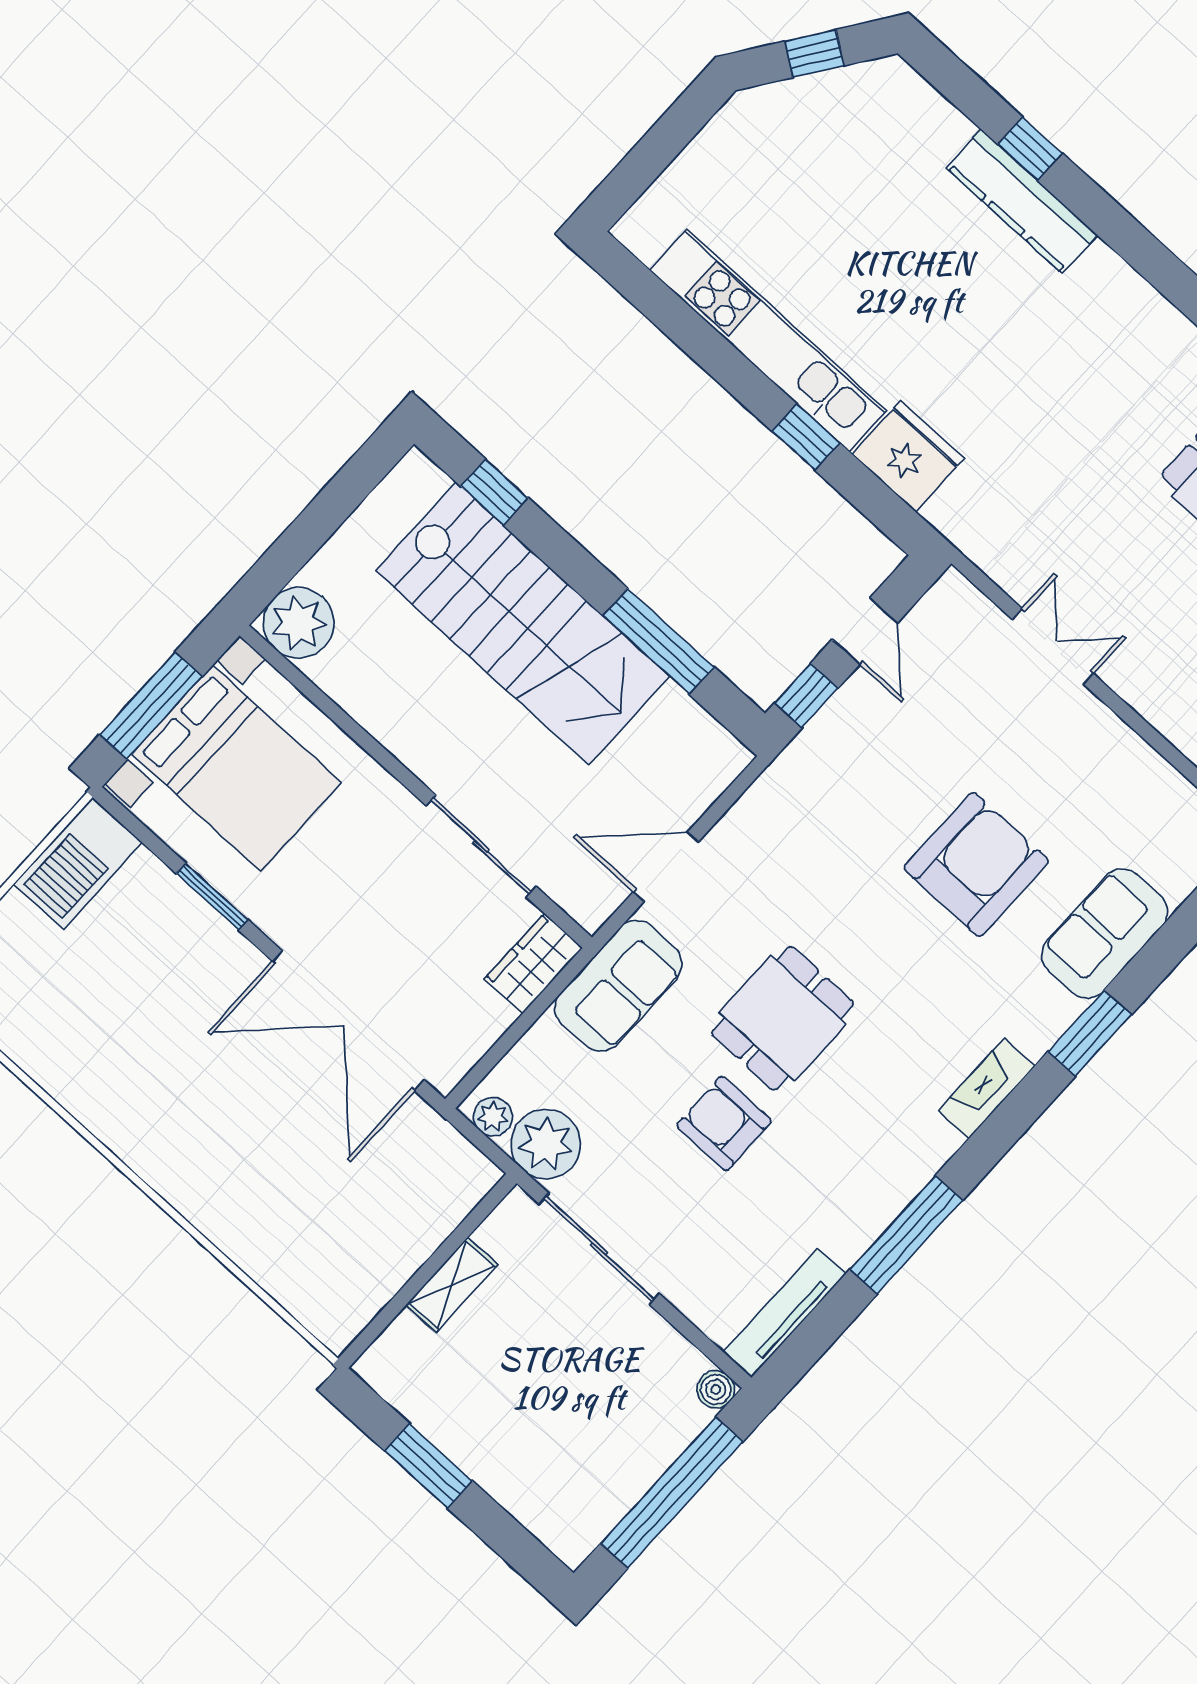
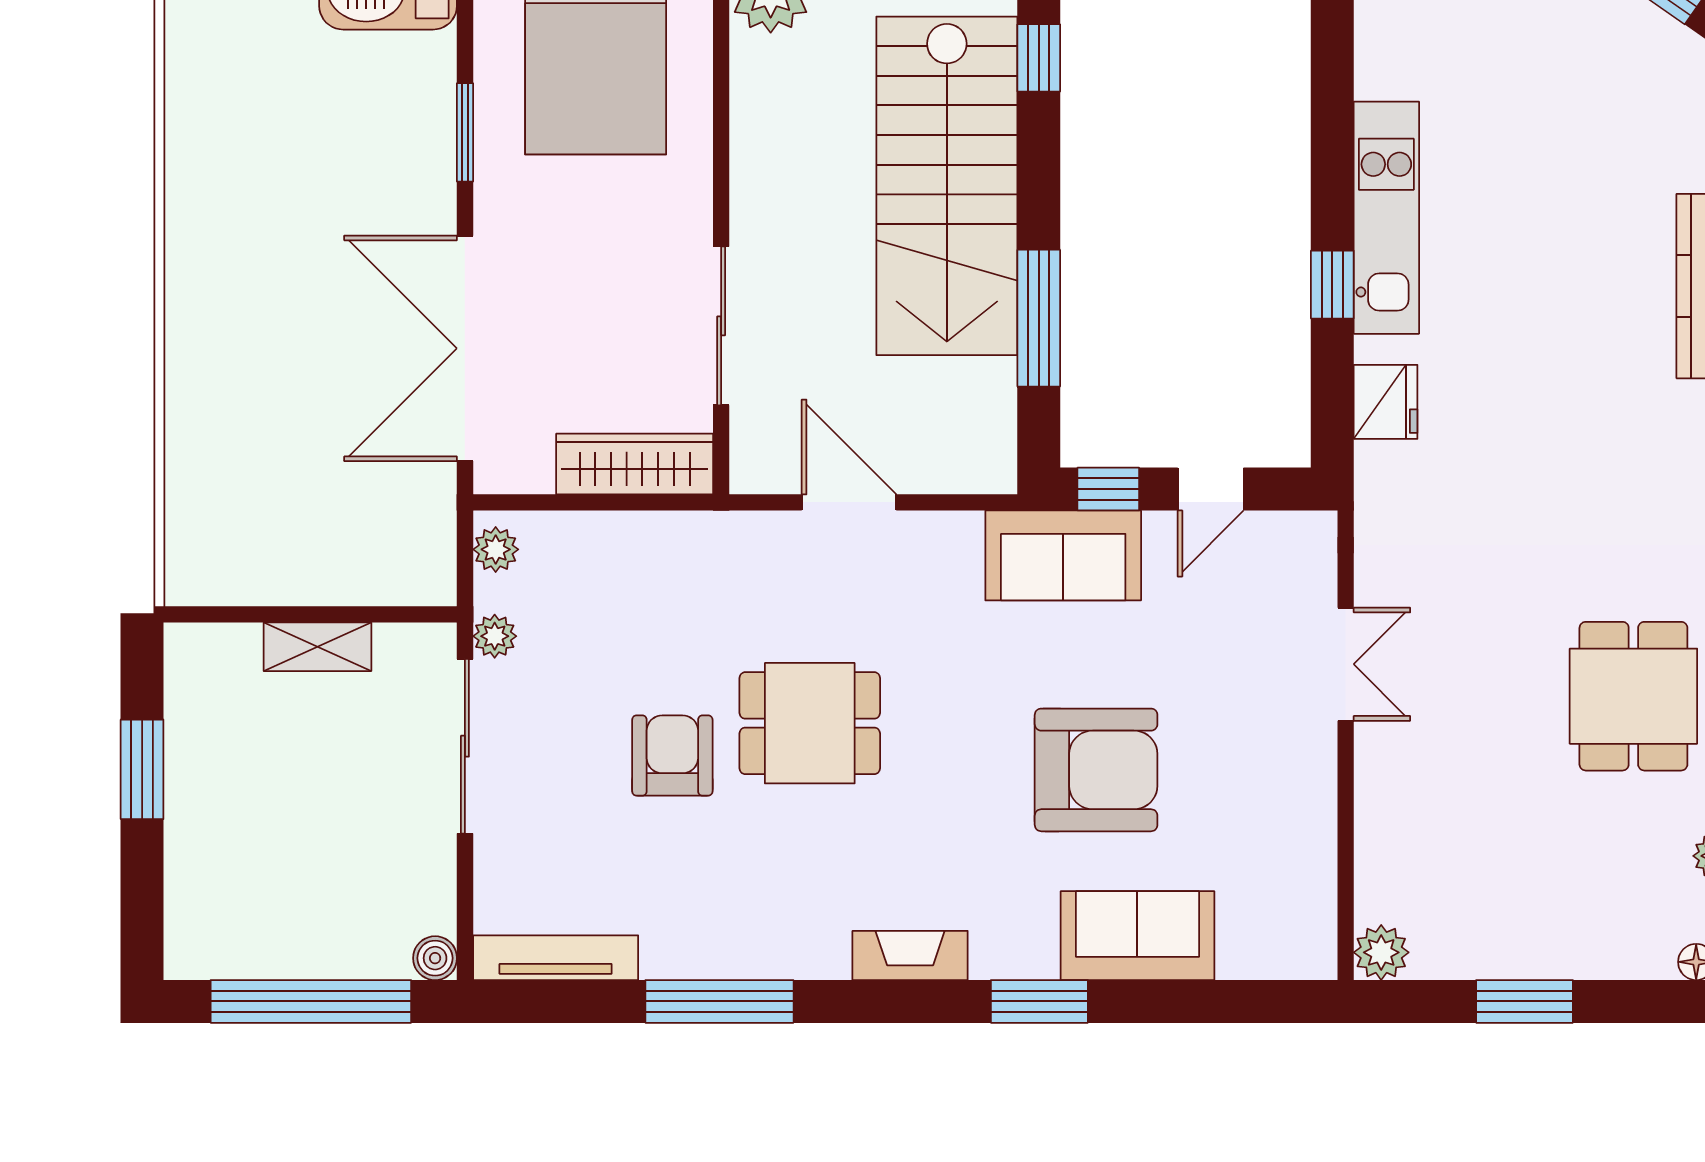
kitchen unit: (768, 340) -> (1386, 218), width x0.73
fridge: (908, 456) -> (1386, 402), width x0.73, depth x0.75
wardrobe: (534, 963) -> (635, 464), width x1.50
sofa: (619, 986) -> (1063, 555), moved
plant: (546, 1144) -> (495, 636), width x0.53, depth x0.53

